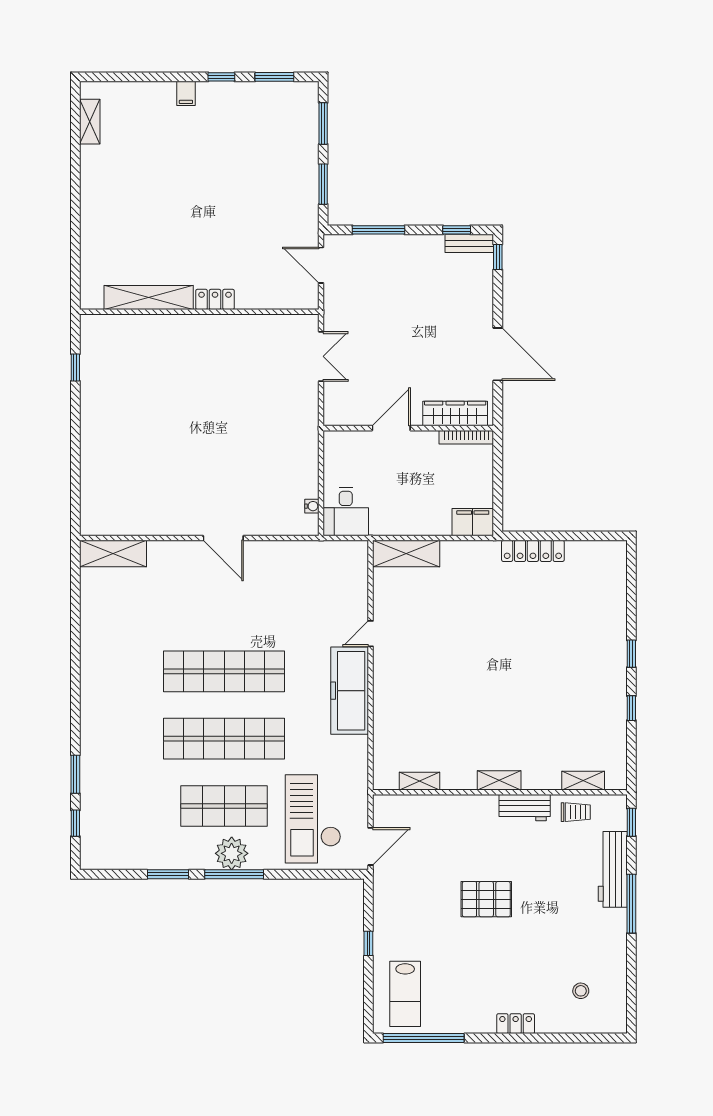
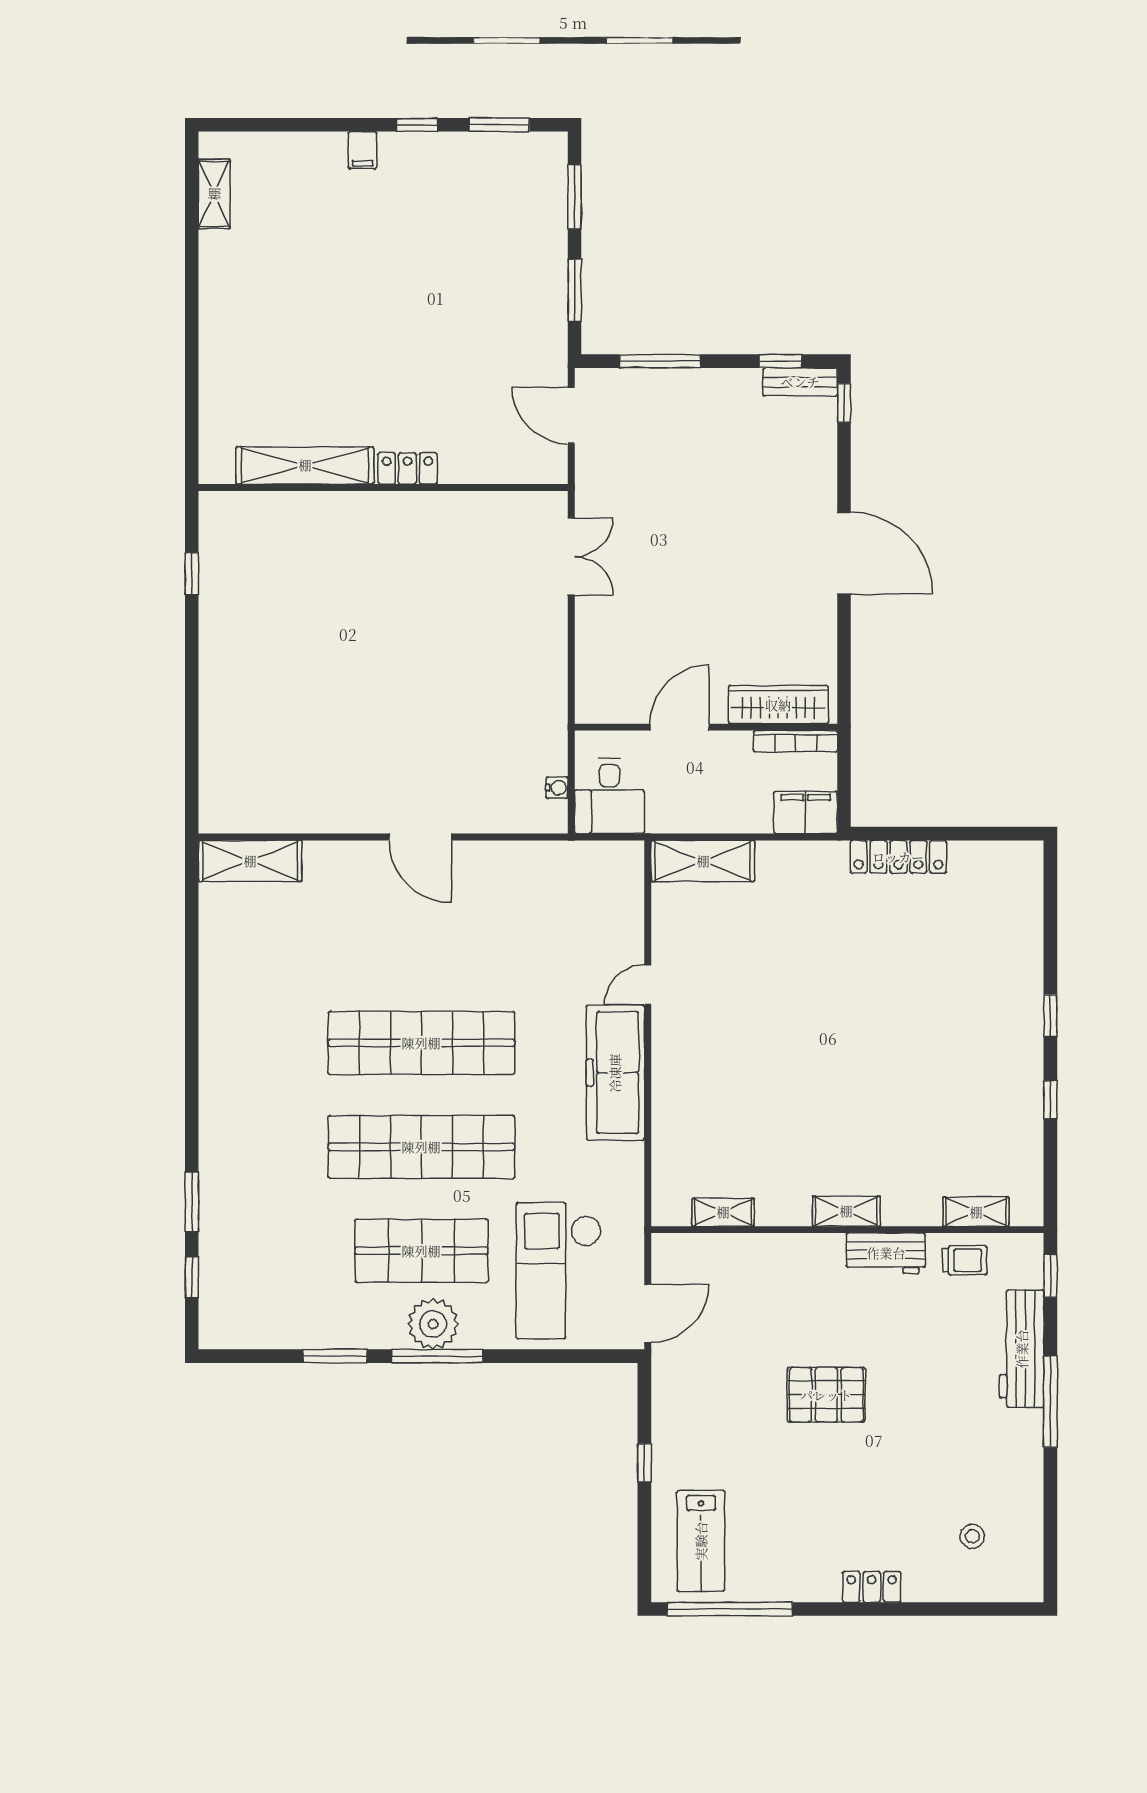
wardrobe: (455, 414) -> (778, 705), moved
door: (391, 428) -> (680, 727), moved
wall: (408, 428) -> (706, 727), moved
bookcase: (466, 437) -> (796, 741), moved

